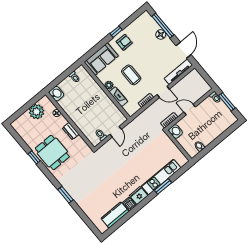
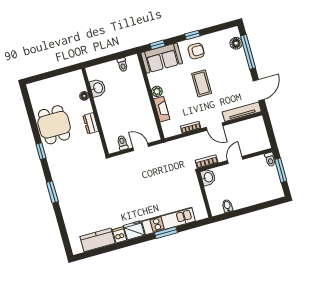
floor lamp: (161, 34) -> (236, 43), moved
window: (94, 51) -> (158, 45), added
coffee table: (131, 75) -> (202, 83), moved
washbasin: (56, 94) -> (98, 88), moved
door: (190, 110) -> (235, 160), hinge flipped
plant: (36, 112) -> (62, 84), removed
door: (116, 132) -> (141, 147), swing flipped
dining table: (52, 152) -> (54, 125), moved
window: (34, 157) -> (41, 151), moved

